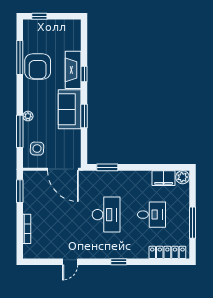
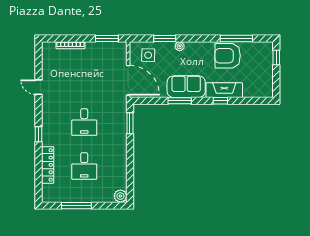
window: (20, 131) -> (165, 39), width x0.69
door: (63, 169) -> (128, 80), swing flipped
filing cabinet: (164, 178) -> (120, 178), removed
desk: (106, 215) -> (84, 122), width x0.73
locker: (167, 252) -> (48, 165), moved

